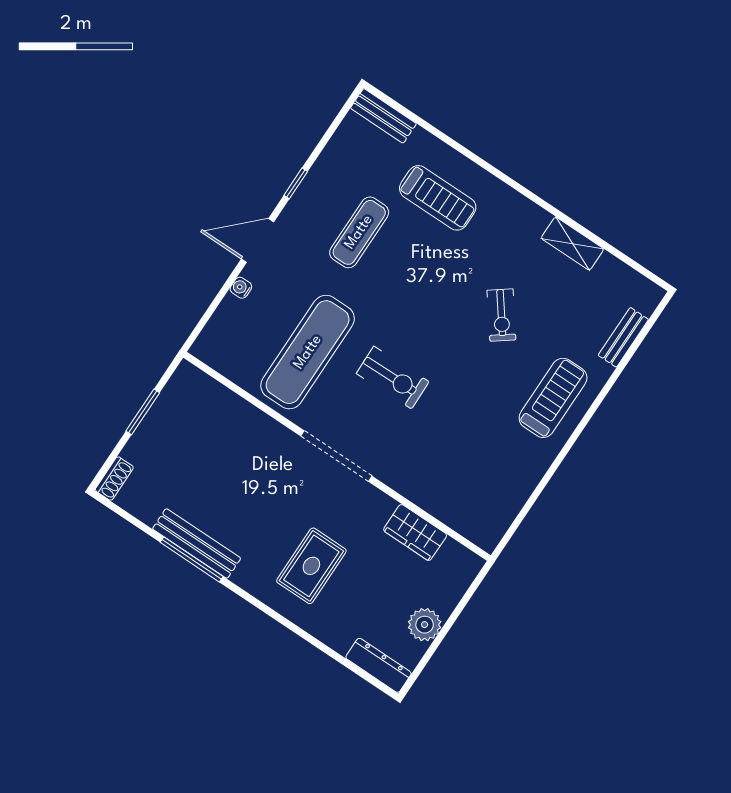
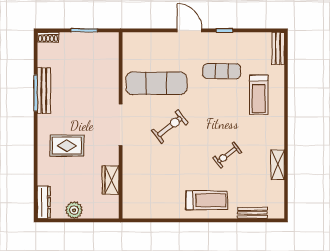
water cooler: (241, 288) -> (165, 37), removed
exercise bike: (393, 378) -> (170, 127), turned -127

